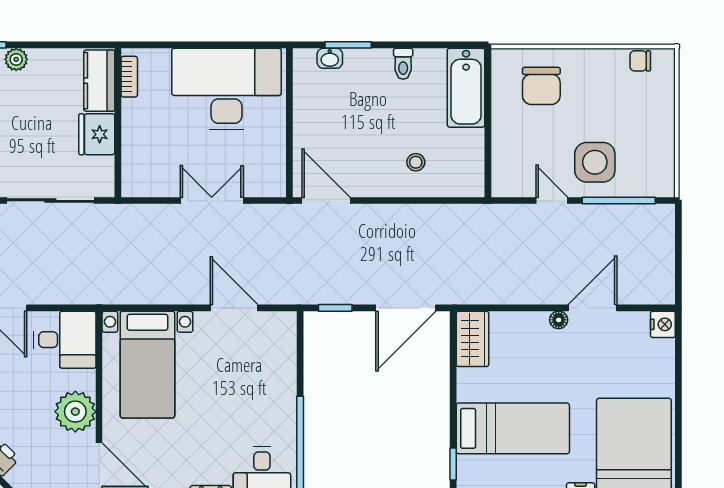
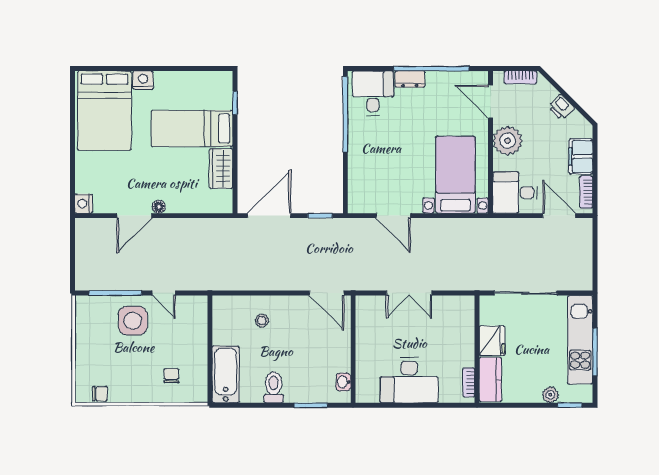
washbasin: (330, 58) -> (343, 382), moved, turned -90
toilet: (403, 64) -> (274, 387), width x1.37, depth x1.39
chair: (541, 86) -> (171, 376), width x0.54, depth x0.54
desk: (226, 89) -> (409, 380), width x0.73, depth x0.77
wardrobe: (472, 339) -> (221, 169), moved

